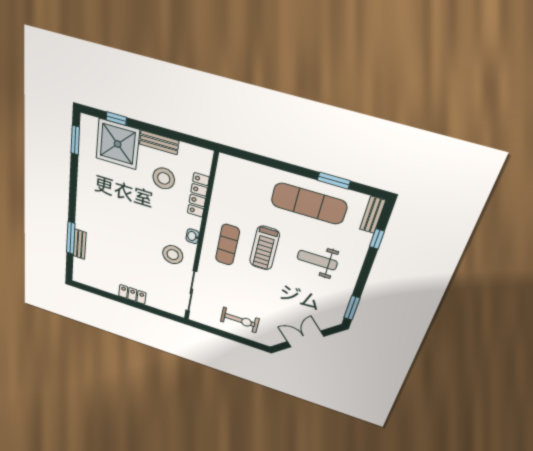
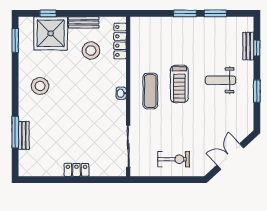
window: (293, 169) -> (185, 13), added
locker: (198, 195) -> (120, 41), moved
exercise mat: (309, 204) -> (203, 36), removed
bench: (373, 215) -> (248, 46), moved
stool: (173, 255) -> (40, 86), moved
window: (352, 308) -> (257, 91), moved

